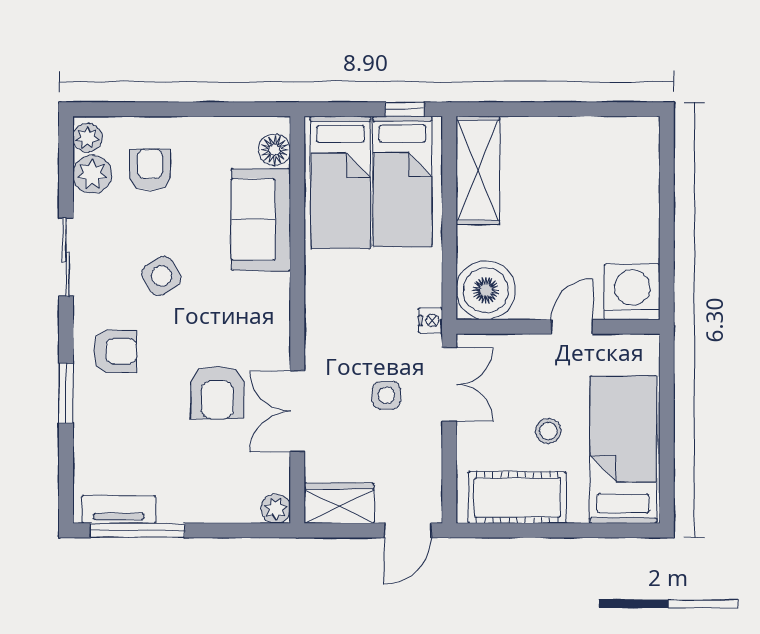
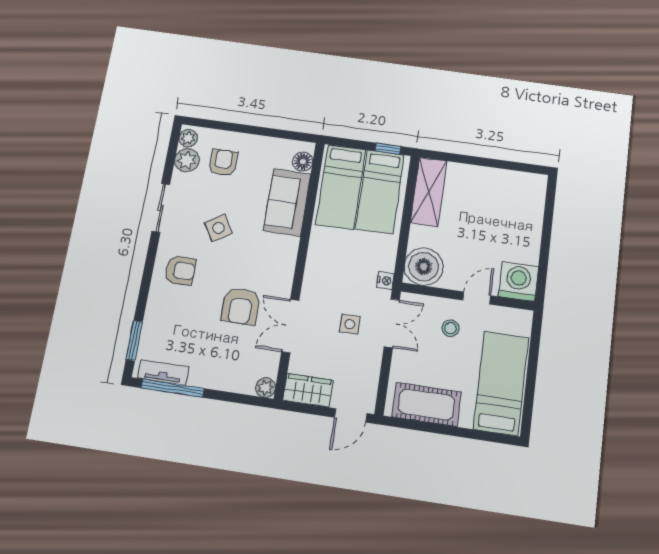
window: (66, 393) -> (134, 341), moved
stool: (548, 431) -> (451, 328), moved

